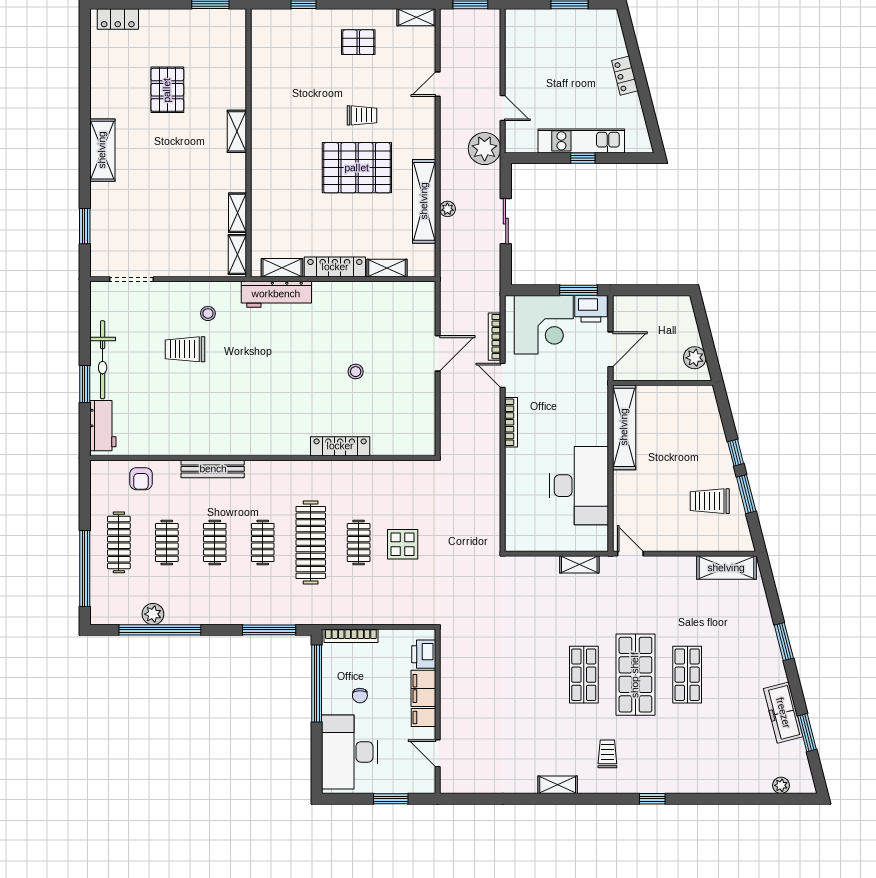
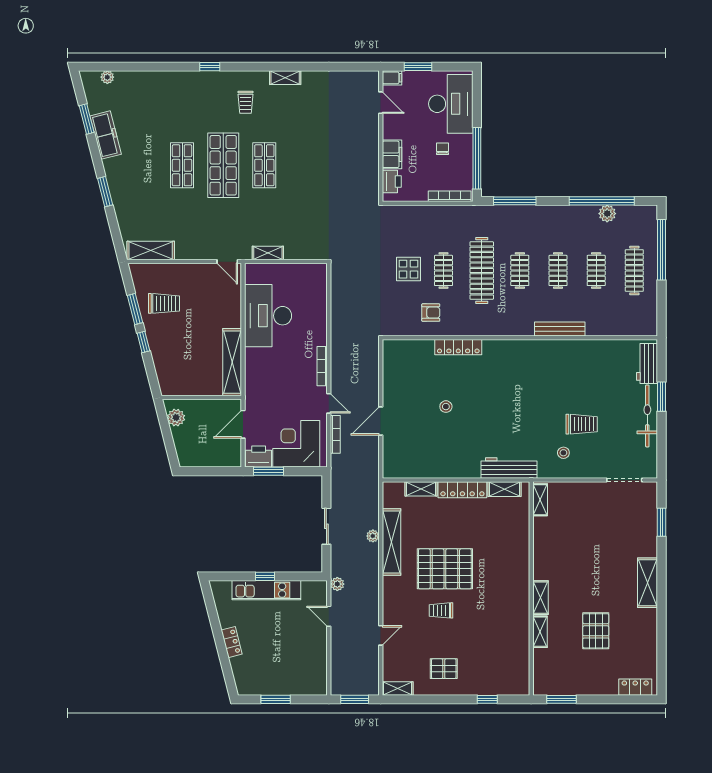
plant: (485, 149) -> (337, 584), width x0.53, depth x0.53
shelving: (238, 213) -> (540, 632), moved
armchair: (141, 479) -> (431, 313), moved, turned 90
filing cabinet: (423, 717) -> (392, 78), moved

